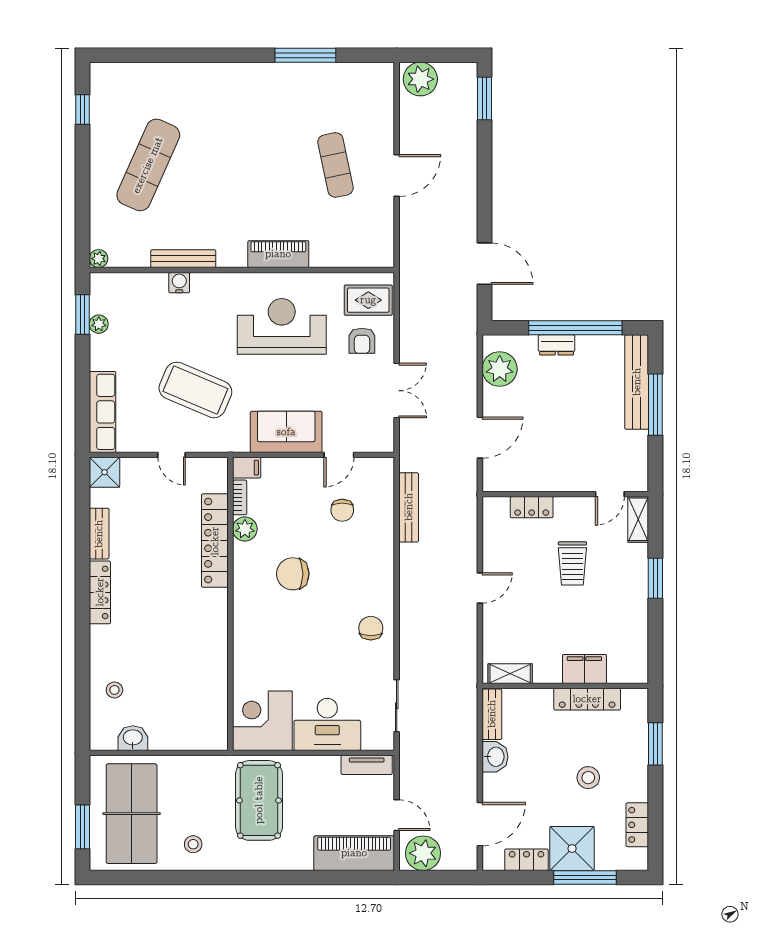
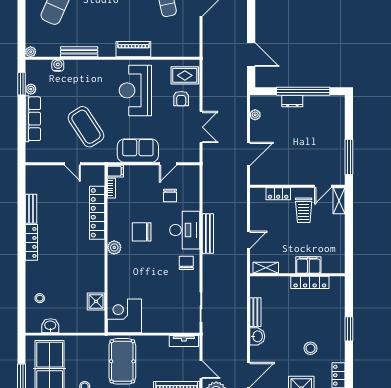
water cooler: (179, 283) -> (58, 65), moved
reception desk: (282, 326) -> (135, 90), turned -90
plant: (500, 369) -> (255, 115), width x0.53, depth x0.53
bench: (637, 382) -> (338, 122), removed
coffee table: (195, 390) -> (86, 127), turned 34
window: (655, 405) -> (349, 157), moved
row of seats: (103, 412) -> (33, 119), moved
shower: (105, 472) -> (96, 301), moved
bench: (409, 507) -> (208, 233), moved
plant: (245, 529) -> (114, 247), moved
trolley: (572, 563) -> (304, 210), moved
window: (655, 578) -> (349, 234), removed
filing cabinet: (584, 669) -> (308, 265), moved
shelving: (510, 674) -> (266, 268), moved
wall: (565, 686) -> (297, 275), moved
locker: (587, 699) -> (310, 282), moved
desk: (327, 724) -> (185, 230), moved, turned -90

